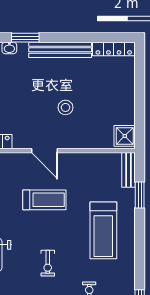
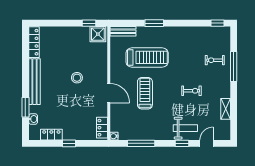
window: (140, 124) -> (89, 23), added
door: (45, 151) -> (109, 93), hinge flipped
window: (140, 195) -> (154, 23), moved
treadmill: (103, 230) -> (147, 57), moved

